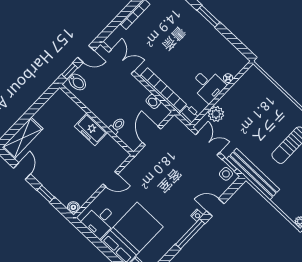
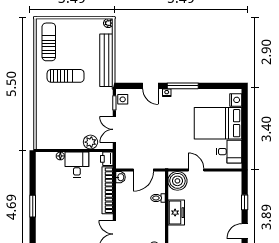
washbasin: (153, 101) -> (120, 177), moved
bench: (253, 174) -> (106, 60), moved
boiler: (73, 207) -> (177, 181), moved, width x1.86, depth x1.86

